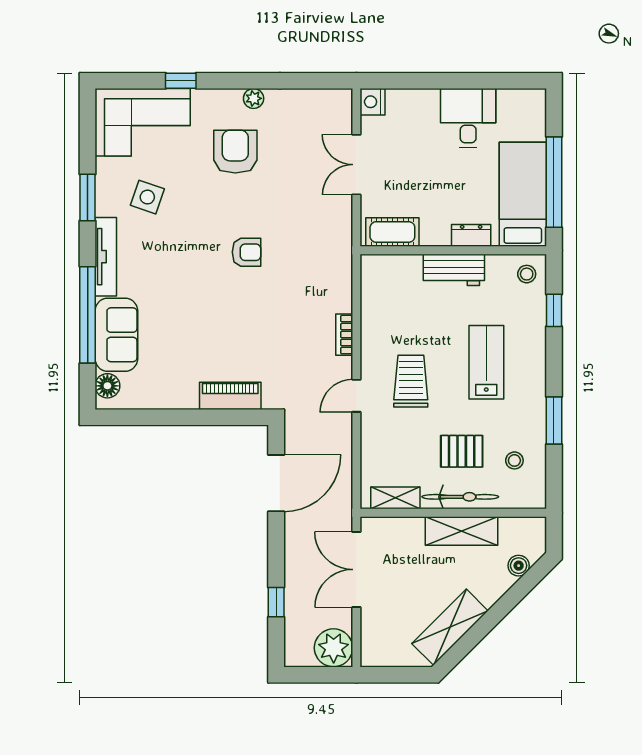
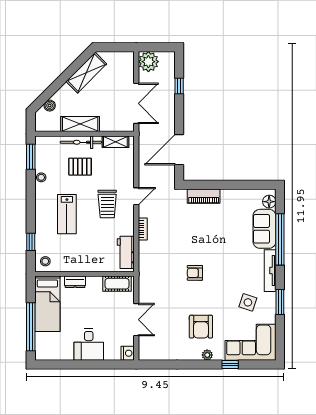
plant: (254, 98) -> (207, 355), moved
desk: (468, 118) -> (89, 345), moved
window: (554, 182) -> (31, 327), moved
workbench: (454, 270) -> (126, 252), moved, turned -90
window: (554, 421) -> (31, 157), moved
stool: (514, 460) -> (41, 177), moved

